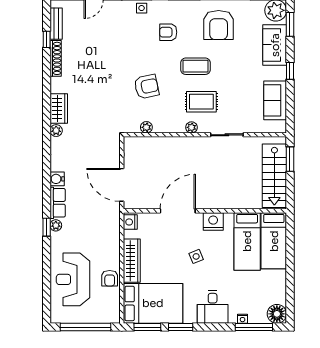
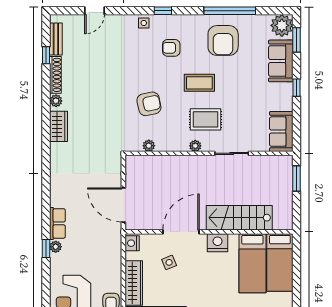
sofa: (275, 100) -> (281, 132), moved
plant: (56, 131) -> (56, 101), moved
stairs: (274, 176) -> (239, 218), moved, turned 90
water cooler: (57, 179) -> (57, 199), removed
side table: (196, 256) -> (169, 262), moved

